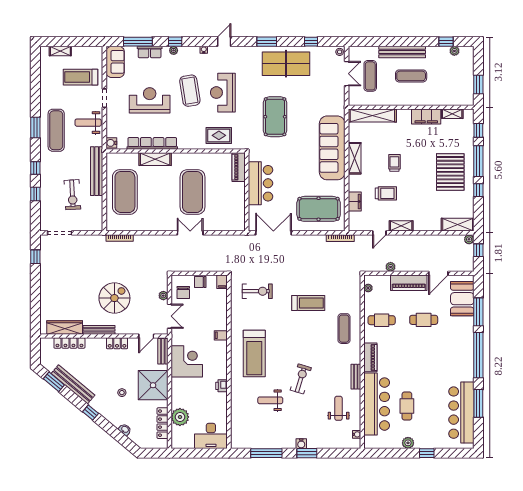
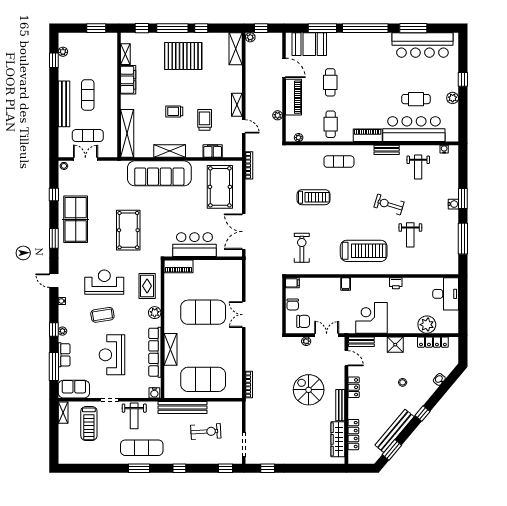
shelving: (60, 51) -> (63, 413), moved
coffee table: (190, 91) -> (102, 315), width x0.73, depth x0.76
reception desk: (223, 93) -> (104, 282), turned 180
pool table: (275, 117) -> (128, 230), turned 90
plant: (192, 143) -> (155, 313), added
window: (35, 194) -> (226, 468), moved
treadmill: (308, 303) -> (314, 197), turned 90
shower: (153, 385) -> (395, 345), width x0.54, depth x0.54
weight bench: (339, 408) -> (418, 167), turned -90

